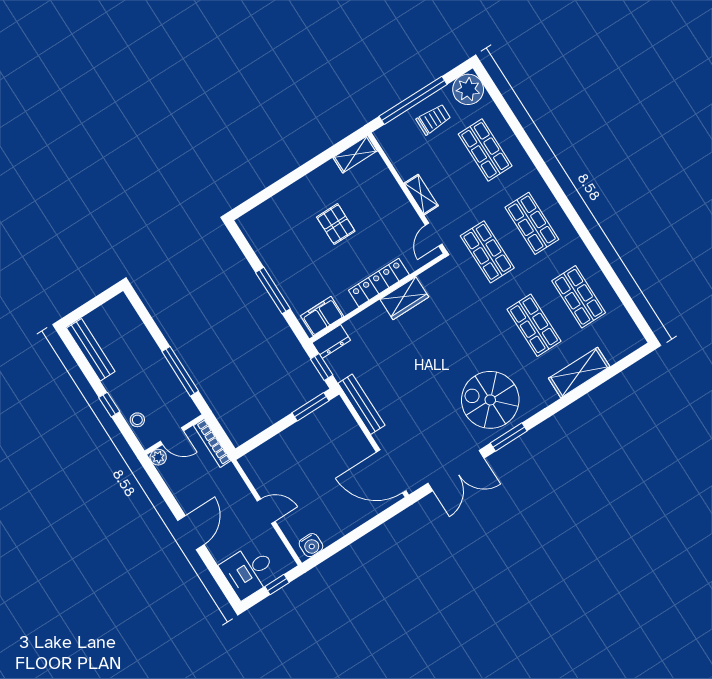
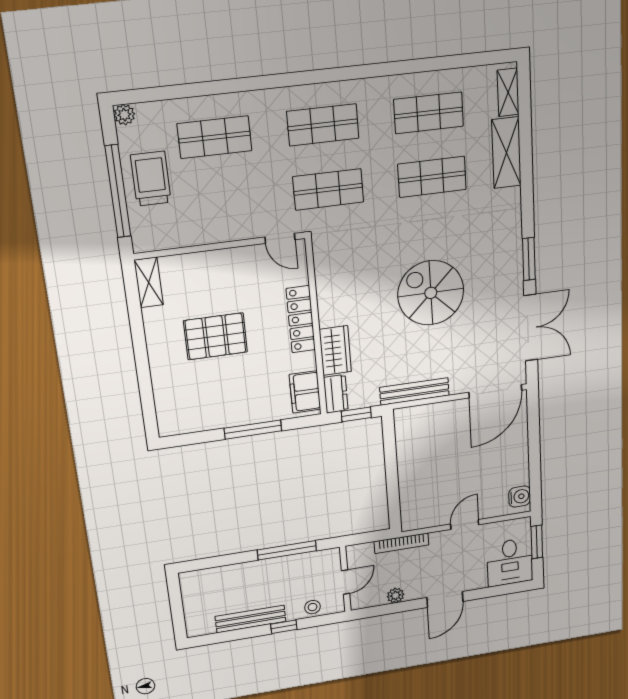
plant: (468, 89) -> (124, 115), width x0.53, depth x0.53
trolley: (433, 119) -> (151, 179), width x1.36, depth x1.39
shelving: (421, 195) -> (508, 92), moved, turned 90
pallet: (336, 224) -> (216, 336), width x1.50, depth x1.42
wardrobe: (404, 298) -> (335, 351), moved
bench: (91, 350) -> (251, 619), moved
spiral stairs: (490, 400) -> (431, 293), moved, turned 90
window: (311, 407) -> (389, 442), removed
bookcase: (212, 443) -> (401, 543), moved
plant: (158, 457) -> (396, 596), moved
door: (191, 533) -> (445, 600), swing flipped
window: (277, 585) -> (537, 542), width x1.50

